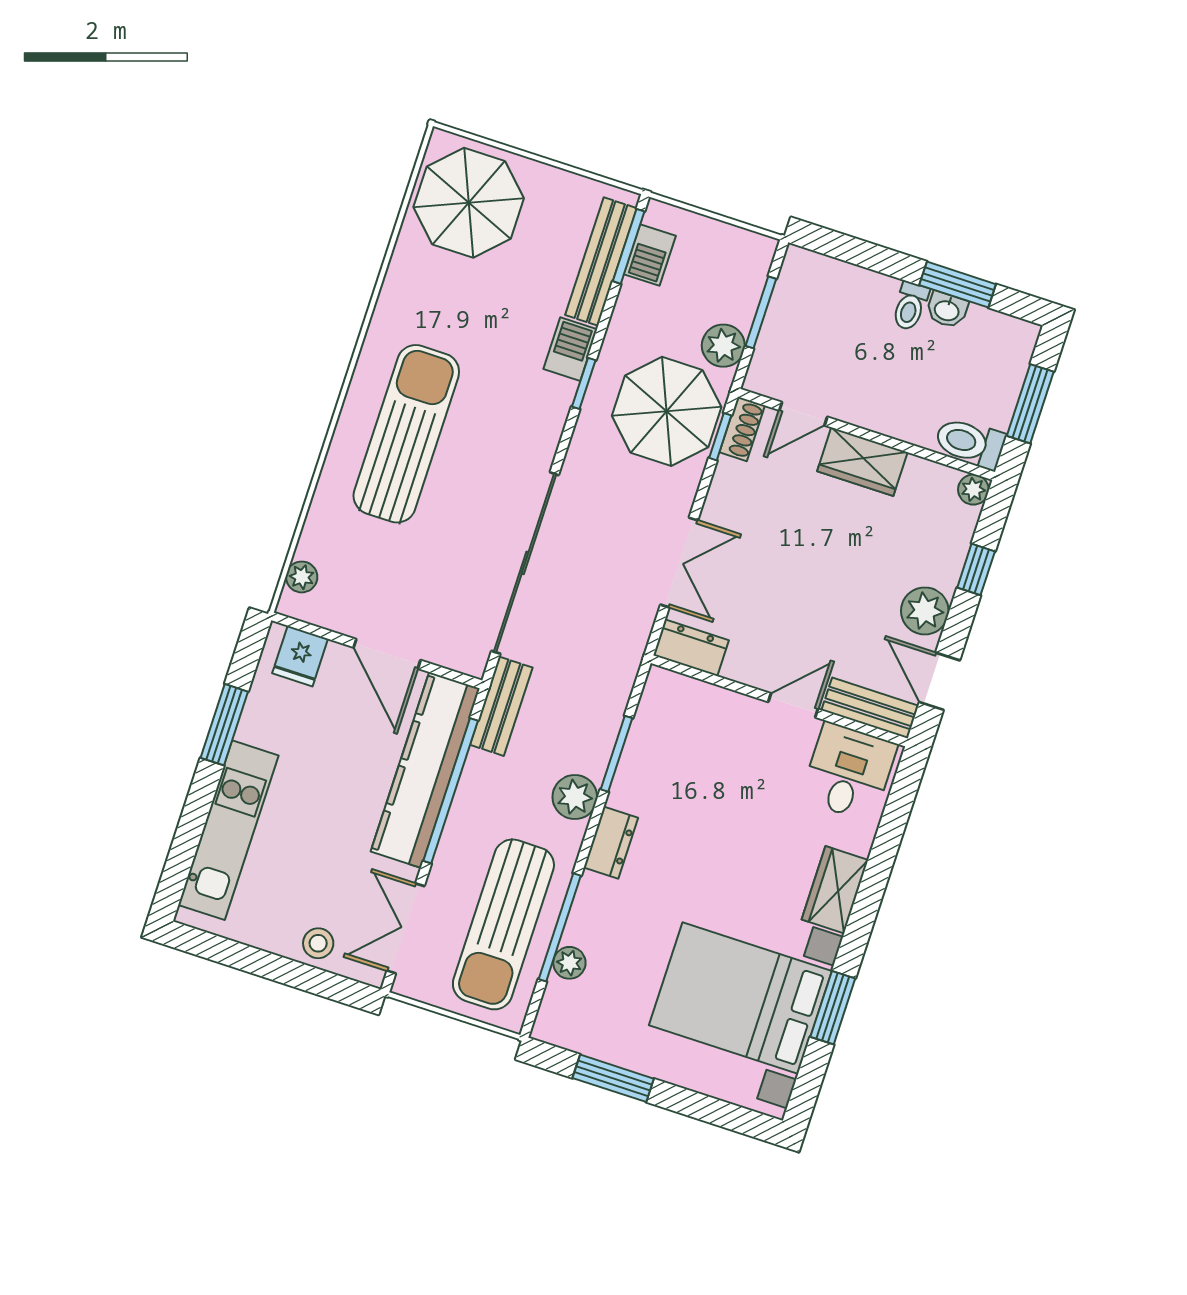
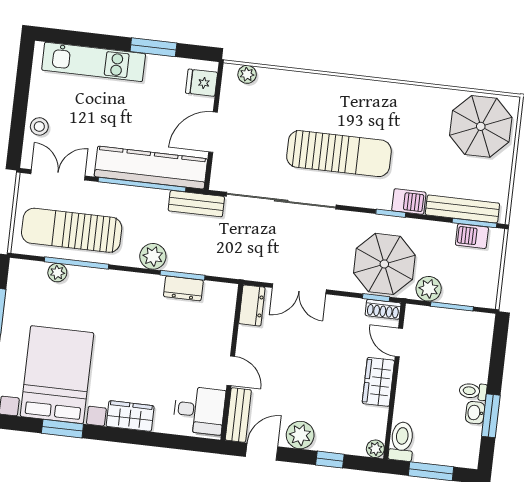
sun lounger: (406, 434) -> (339, 154), moved
dresser: (611, 843) -> (183, 288), moved

